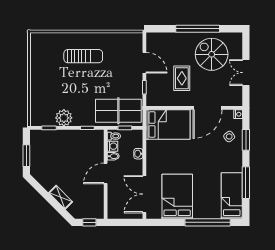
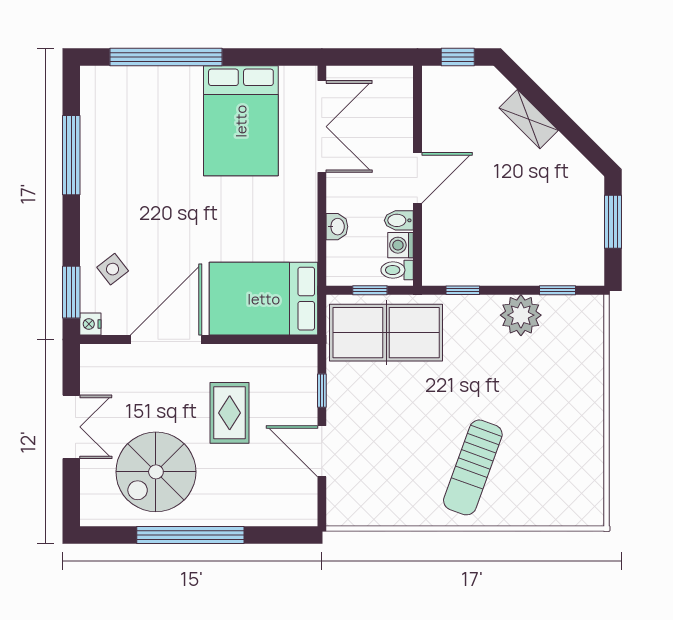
spiral stairs: (212, 54) -> (156, 472), turned 90
sun lounger: (83, 56) -> (473, 467), turned -70
window: (246, 140) -> (71, 292), moved
bed: (232, 196) -> (106, 123), removed

